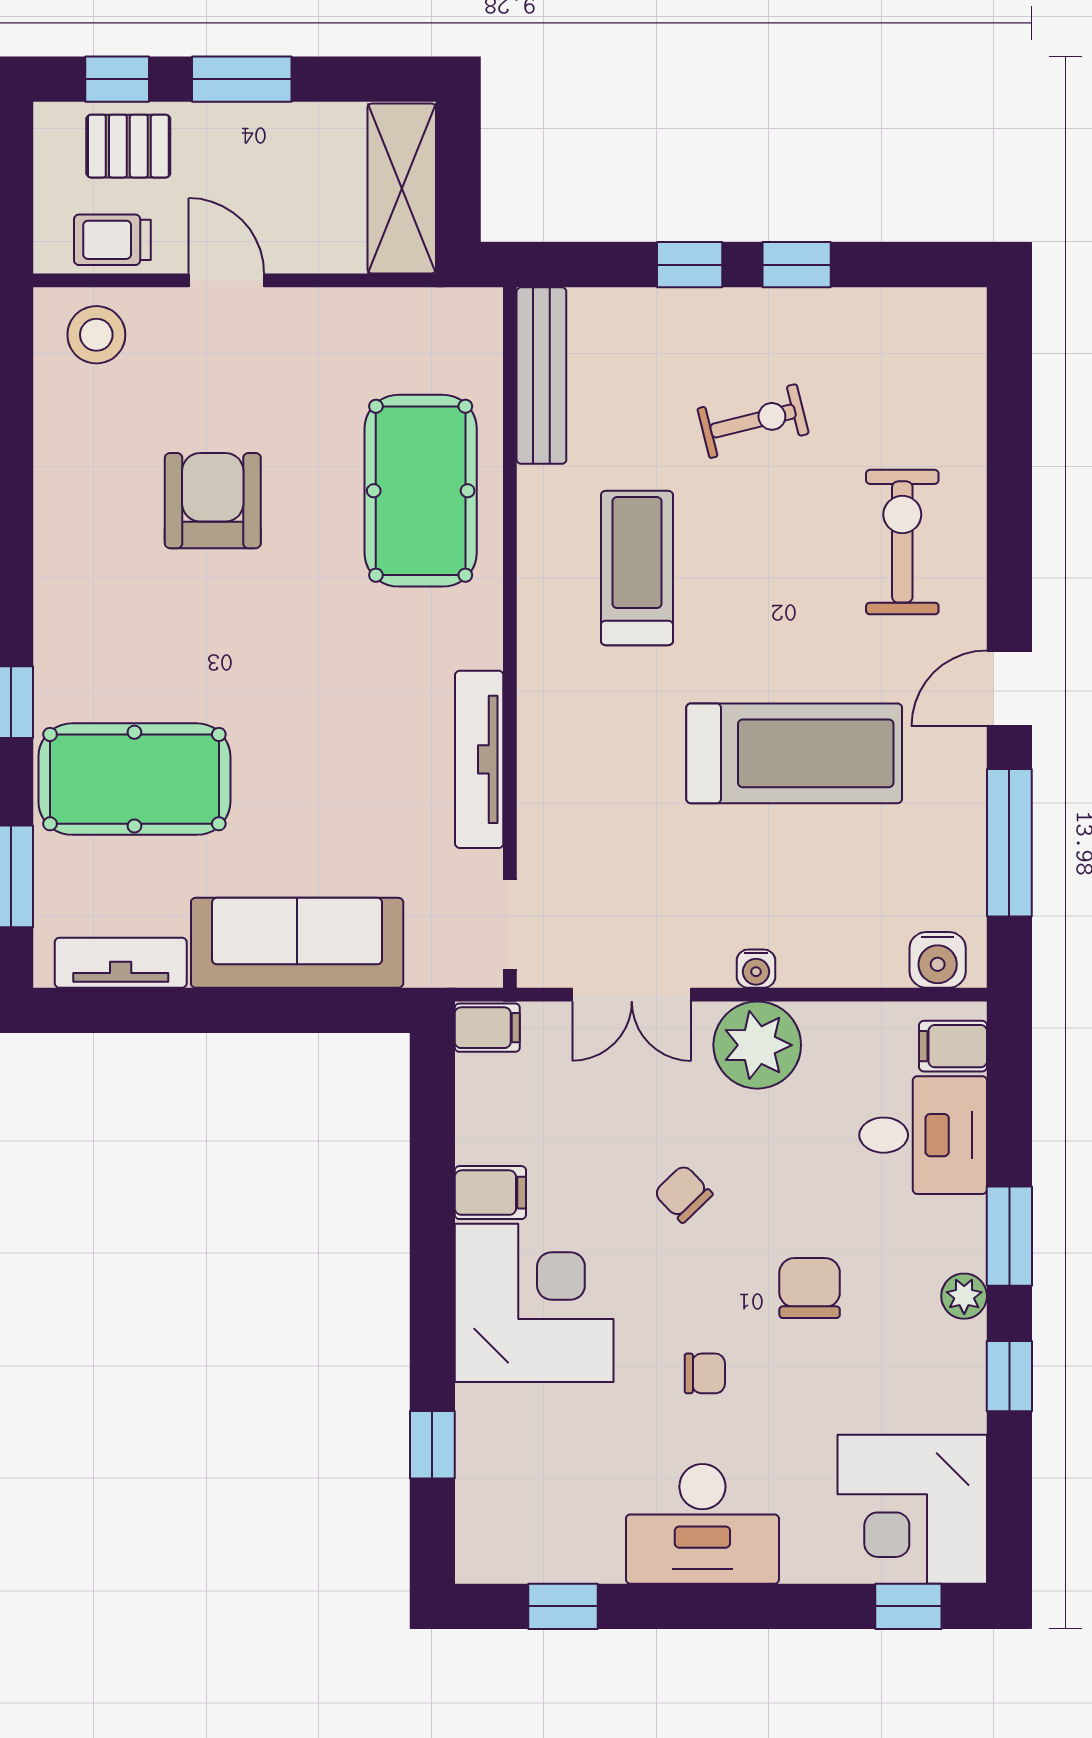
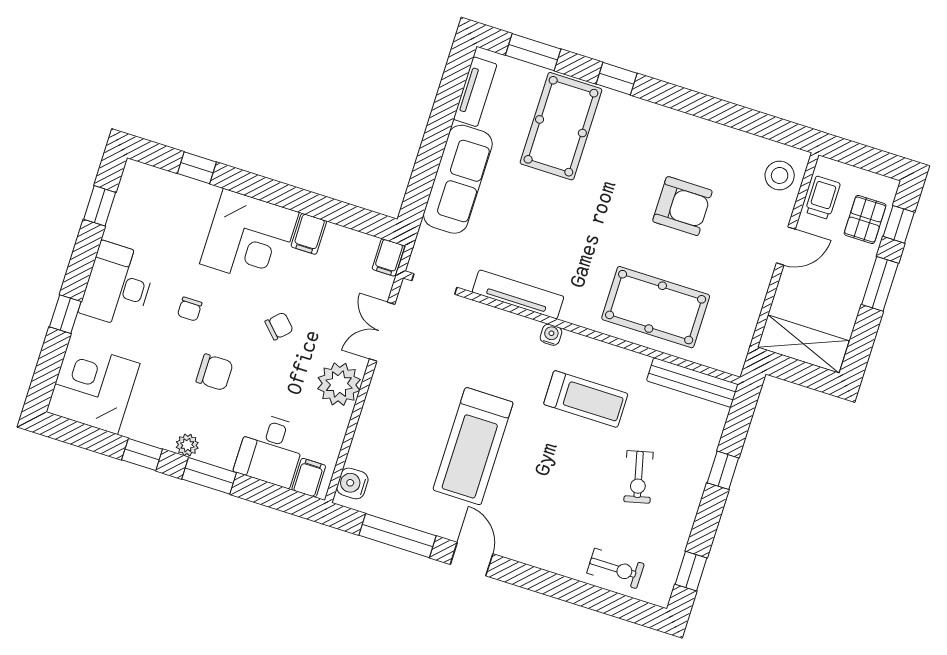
window: (797, 265) -> (691, 571), moved
exercise bike: (902, 542) -> (615, 568), moved, width x0.73, depth x0.72
water cooler: (756, 969) -> (551, 335), moved, turned 90
window: (908, 1606) -> (65, 314), moved

